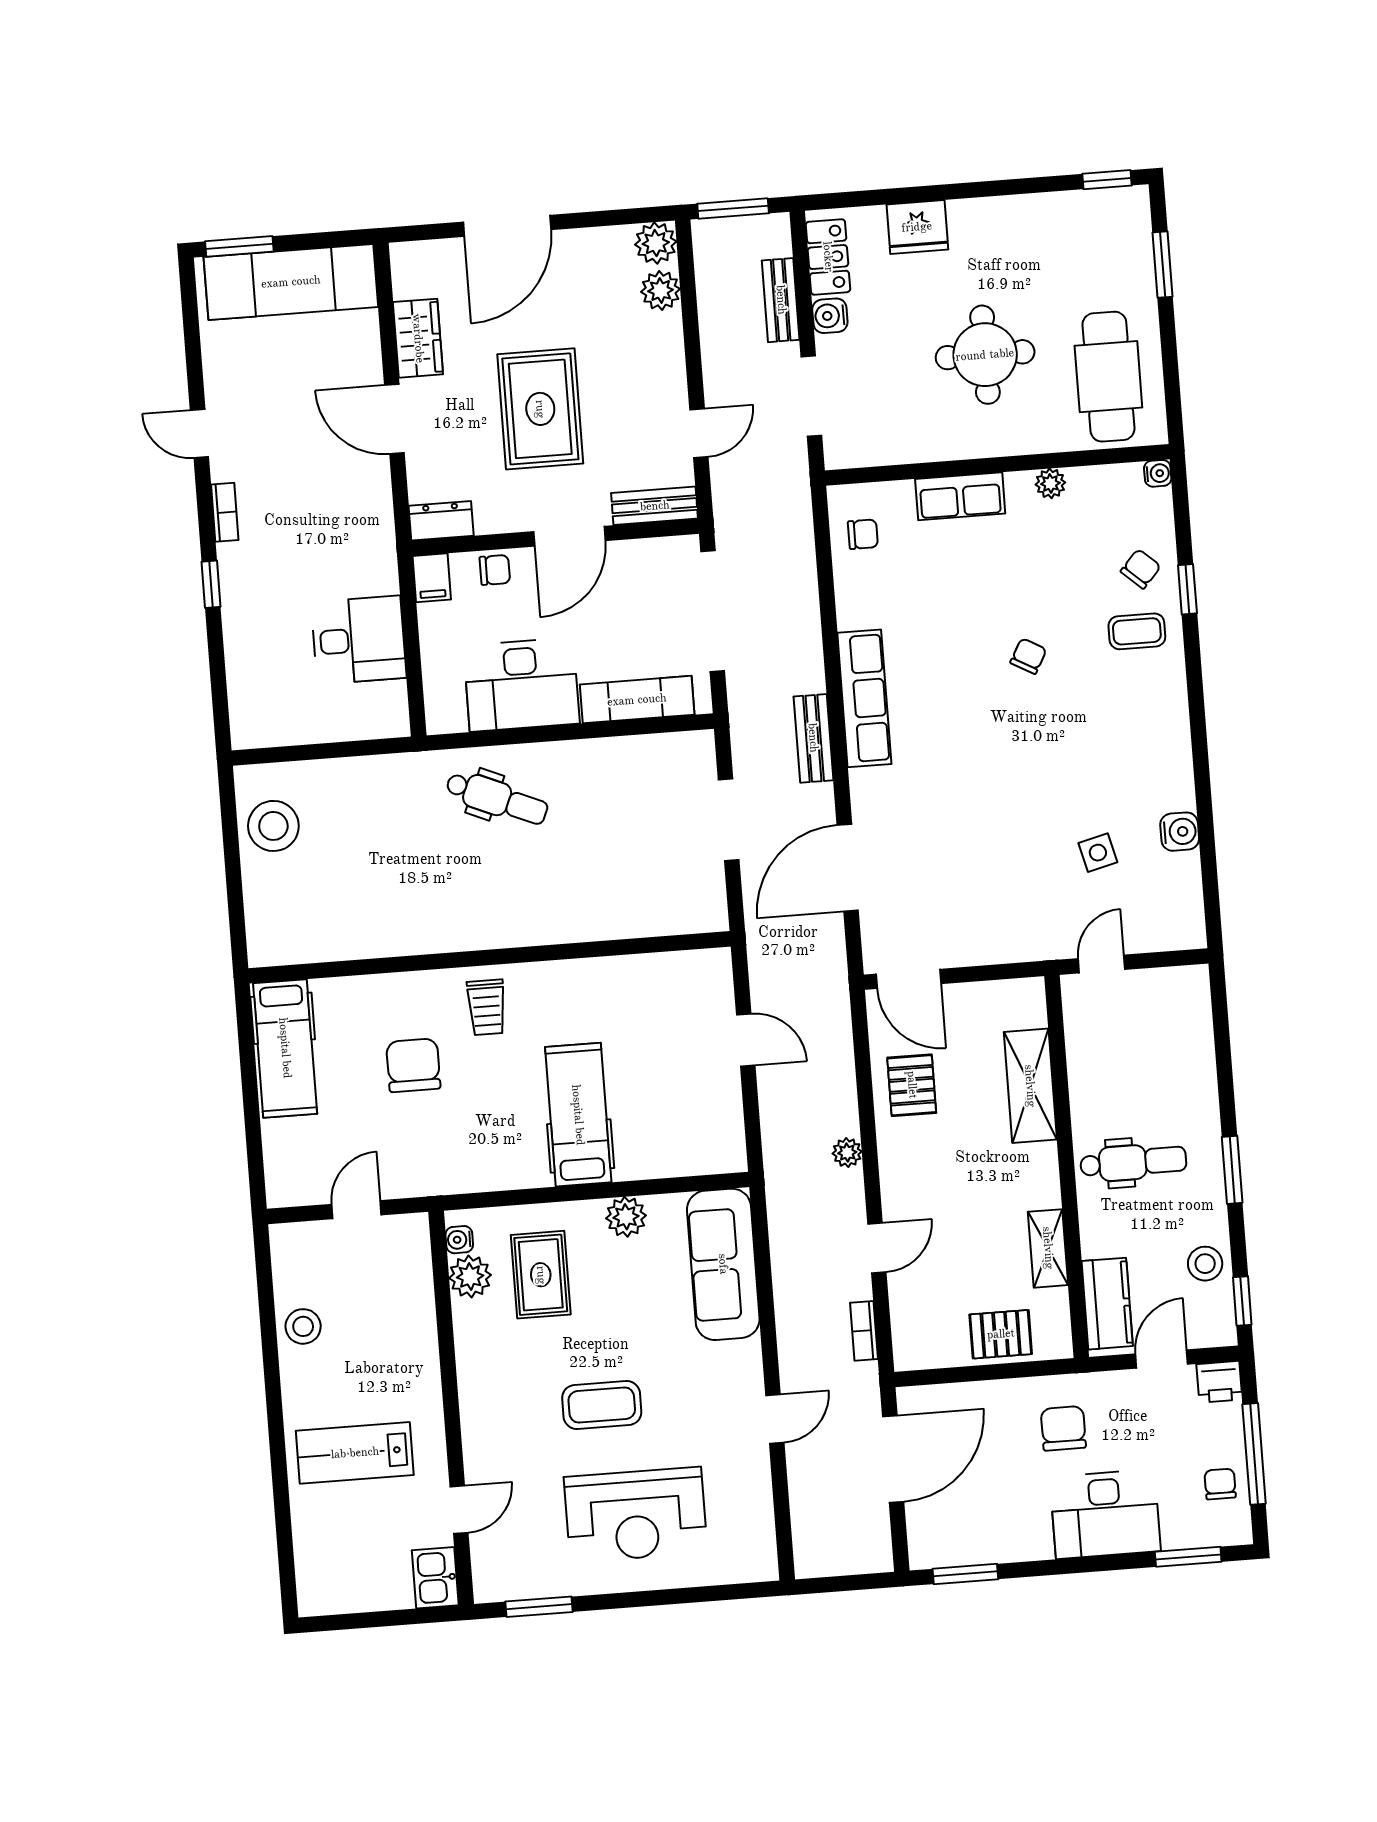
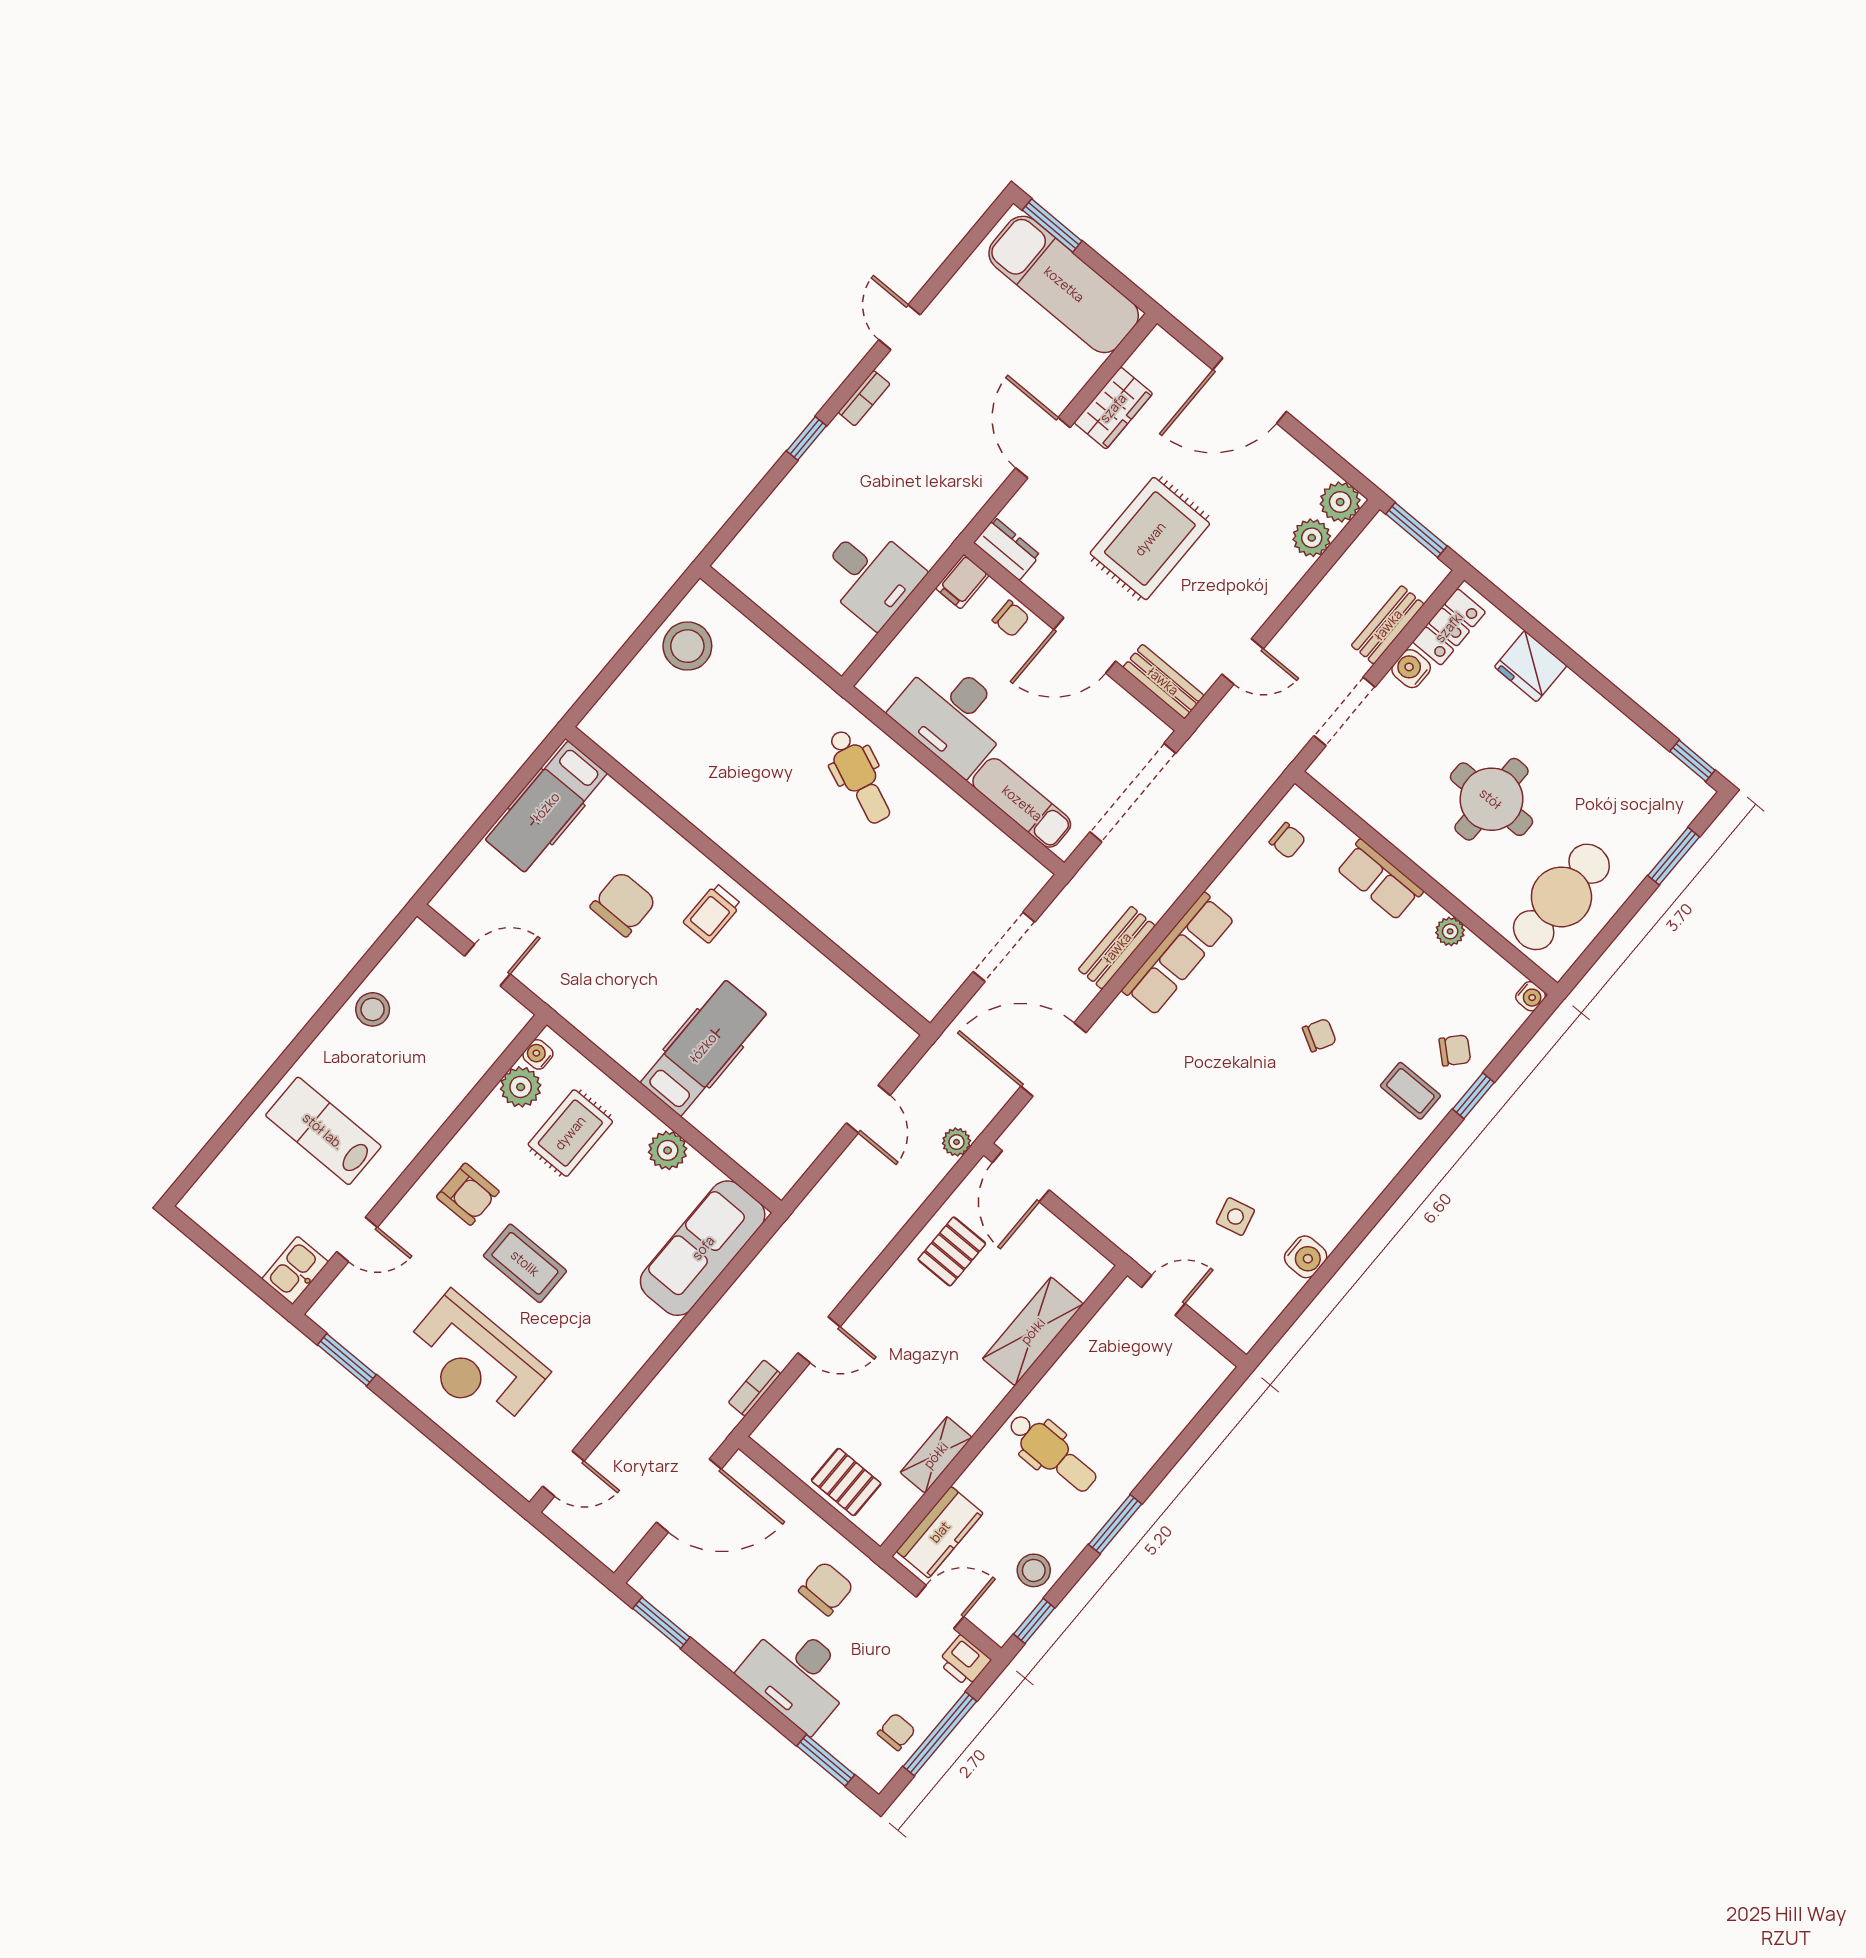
plant: (847, 1153) -> (956, 1142), moved
armchair: (509, 1395) -> (468, 1194), added
door: (775, 1419) -> (563, 1474), moved

